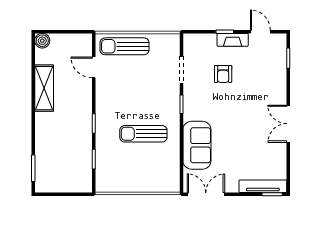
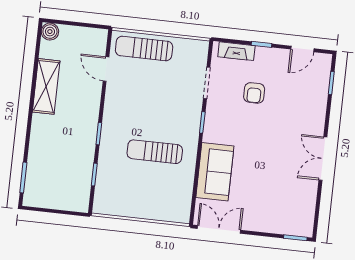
door: (260, 32) -> (302, 49), swing flipped
fireplace: (233, 40) -> (236, 51), moved
tv unit: (263, 186) -> (286, 227), removed

